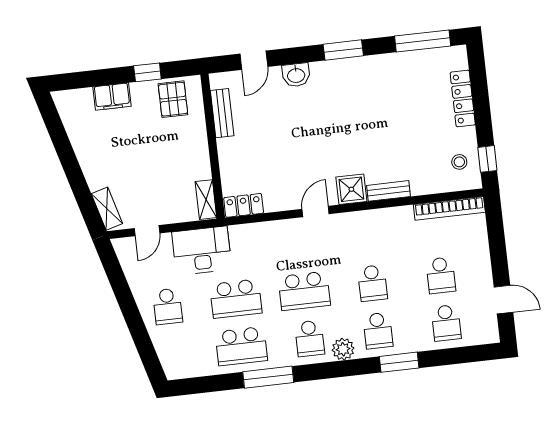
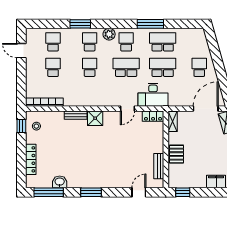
window: (147, 72) -> (183, 192), moved
washbasin: (296, 75) -> (60, 182), moved
pallet: (173, 99) -> (176, 154), moved
door: (316, 211) -> (128, 109), moved
door: (147, 231) -> (206, 109), width x1.88
desk: (202, 251) -> (153, 95), moved

